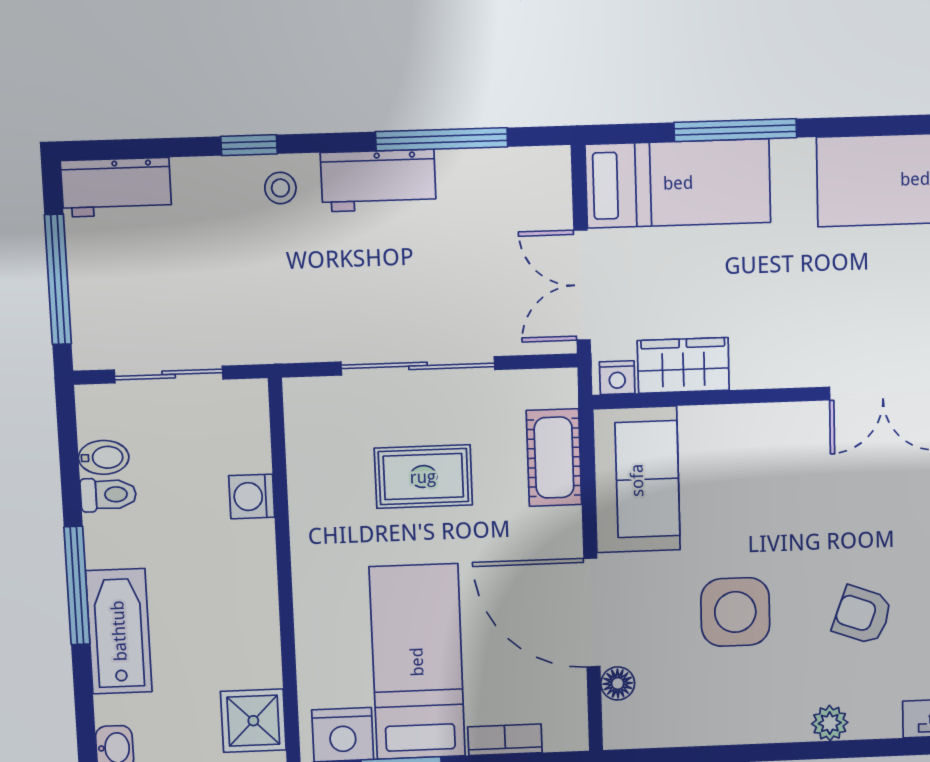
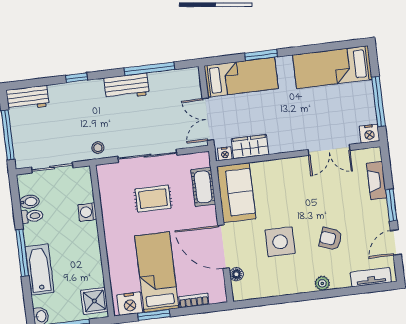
window: (735, 130) -> (261, 55), width x0.69
stool: (280, 188) -> (98, 148), moved

